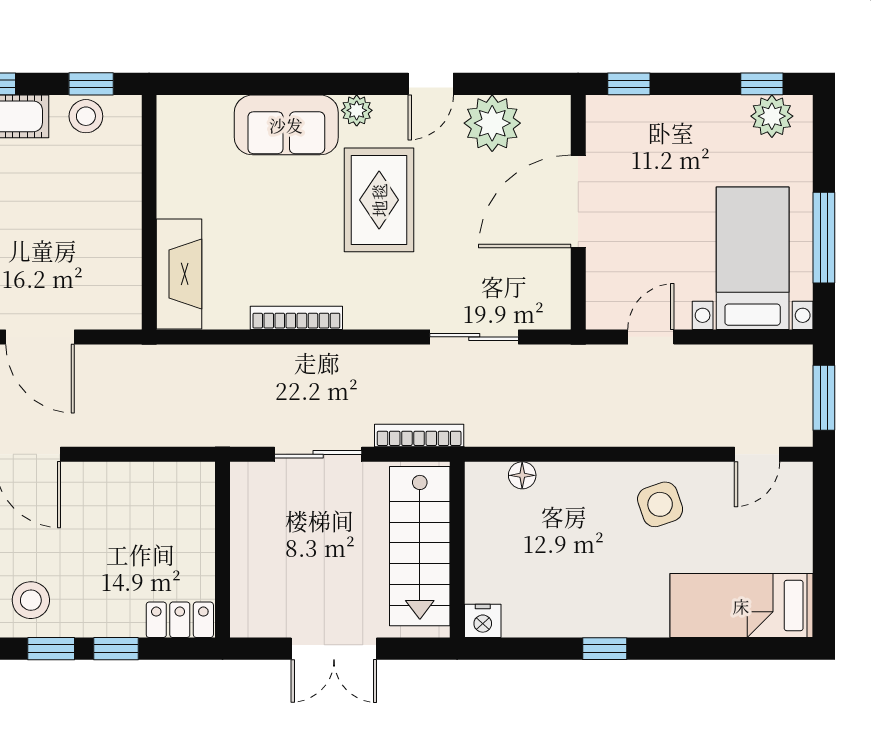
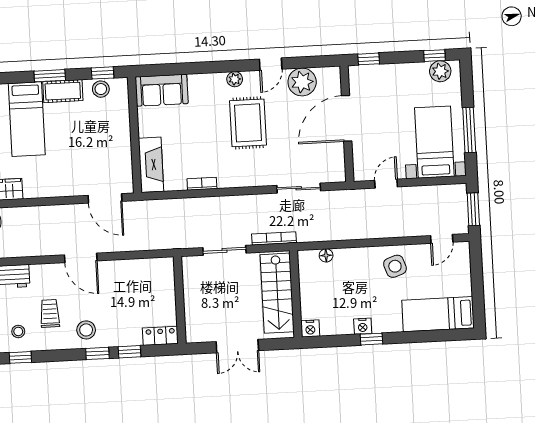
sofa: (286, 125) -> (162, 90), moved
bookcase: (296, 318) -> (202, 184), width x0.64
door: (40, 337) -> (105, 198), moved
nightstand: (589, 622) -> (363, 326), added

